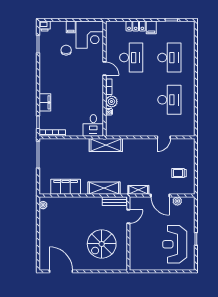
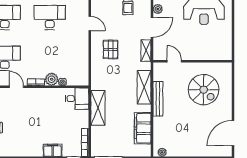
door: (105, 69) -> (16, 87), hinge flipped
shelving: (106, 145) -> (98, 108), moved
pallet: (139, 157) -> (111, 49), added
bench: (114, 201) -> (158, 99), moved, width x1.36

